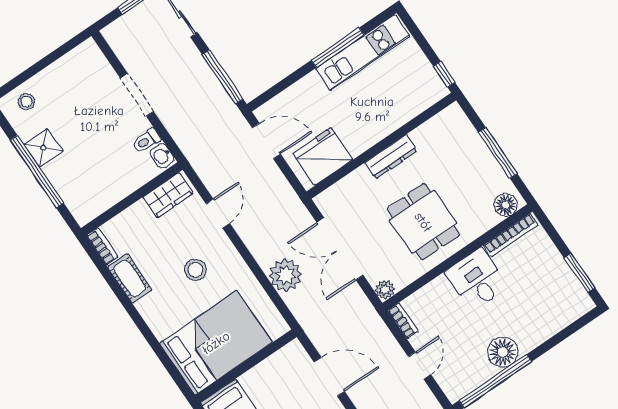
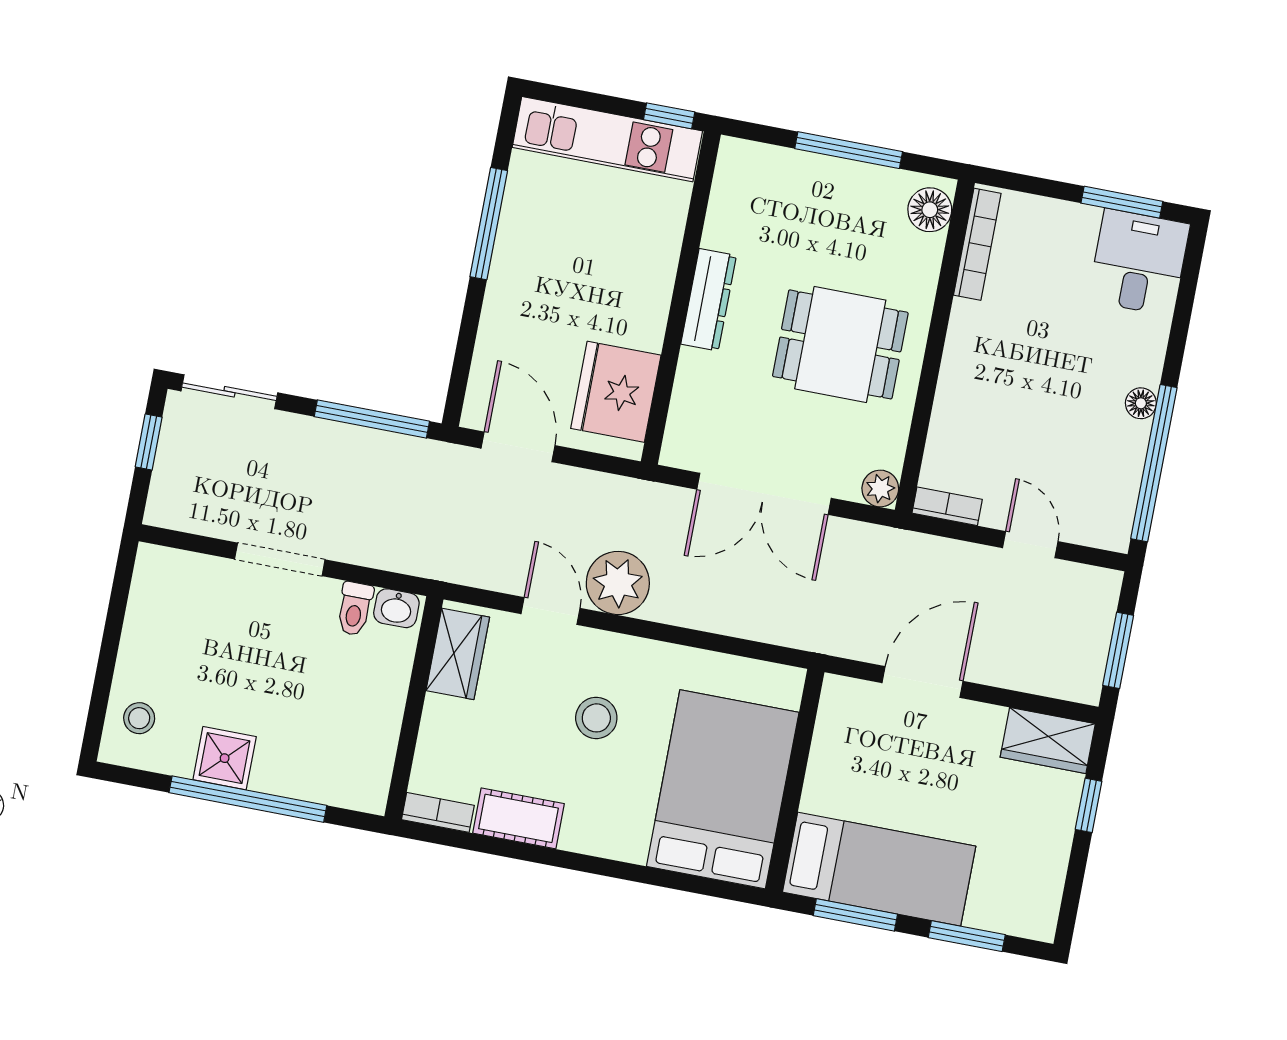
kitchen unit: (363, 52) -> (607, 139), moved, turned 90
door: (266, 141) -> (518, 447), hinge flipped
plant: (285, 275) -> (618, 583), moved
desk: (477, 279) -> (1139, 262), moved, turned 90
floor lamp: (503, 352) -> (1141, 403), width x0.53, depth x0.53

